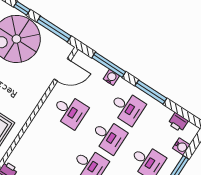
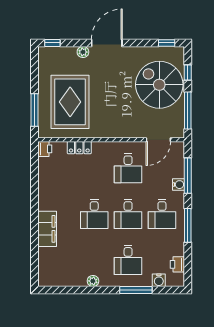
door: (62, 70) -> (158, 140), hinge flipped
locker: (26, 141) -> (79, 148), added

